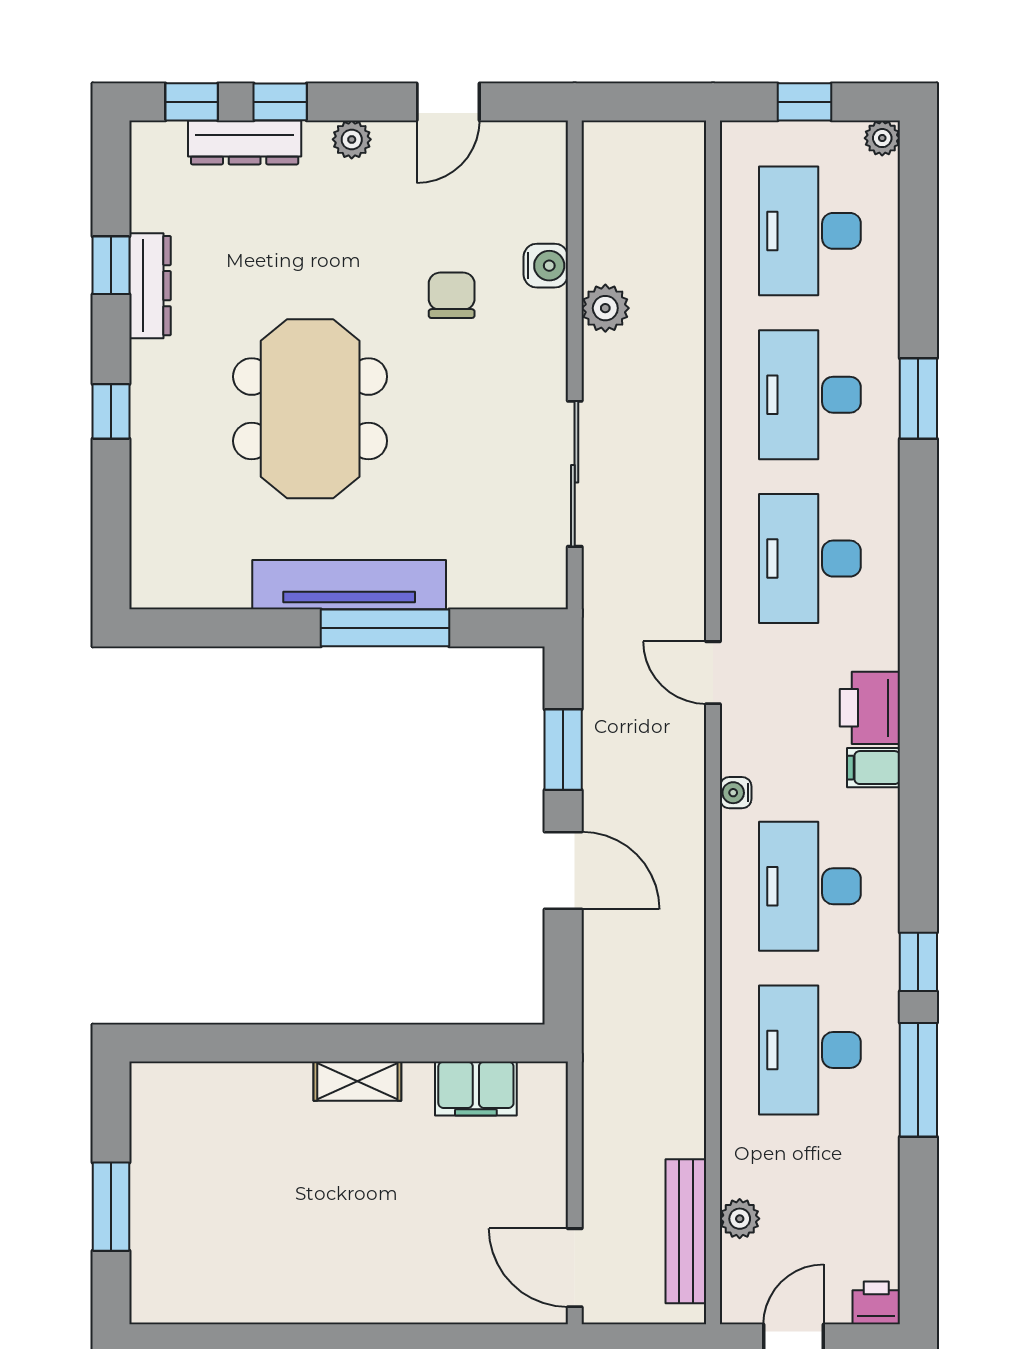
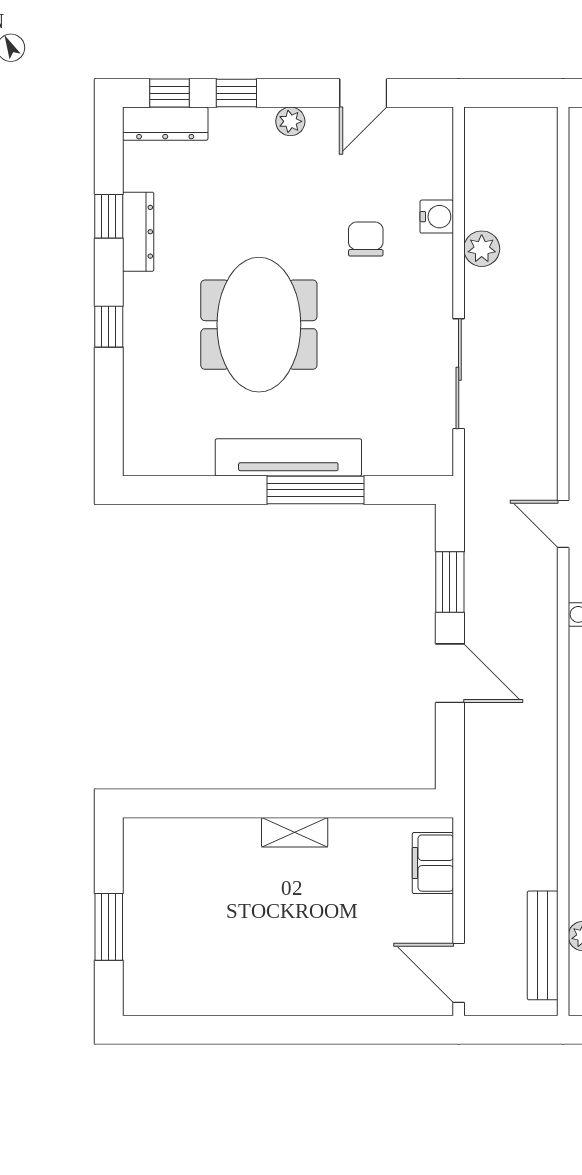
dresser: (245, 142) -> (165, 124), moved
filing cabinet: (476, 1089) -> (433, 863), moved, turned 90

